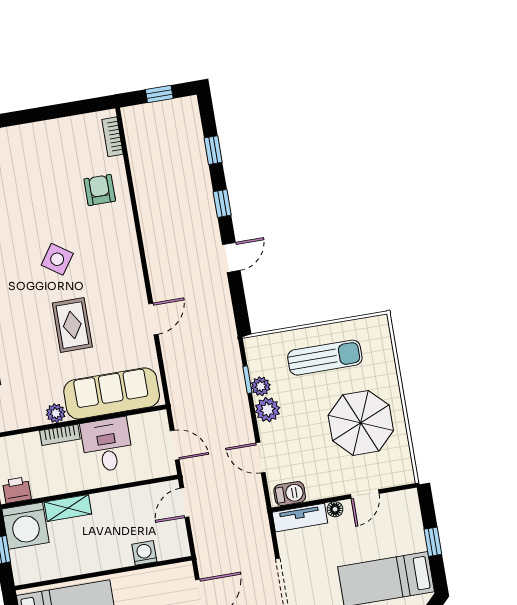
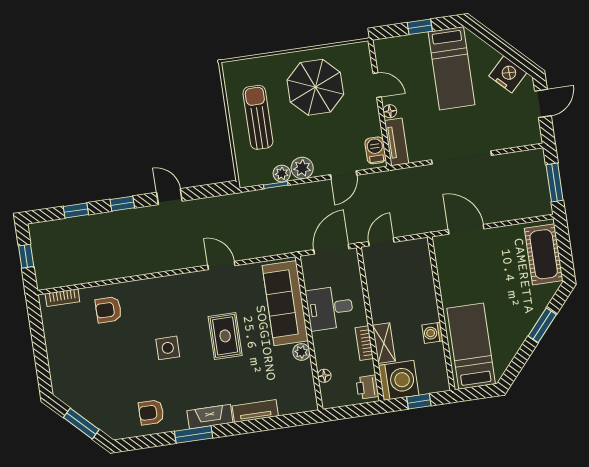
side table: (57, 259) -> (168, 348), turned -35
rug: (72, 325) -> (225, 336), turned 90
bookcase: (60, 435) -> (364, 343), moved, turned 180
floor lamp: (29, 440) -> (324, 376), added
door: (175, 445) -> (331, 249), width x1.38
door: (184, 503) -> (381, 242), swing flipped
washing machine: (144, 553) -> (432, 333), moved

